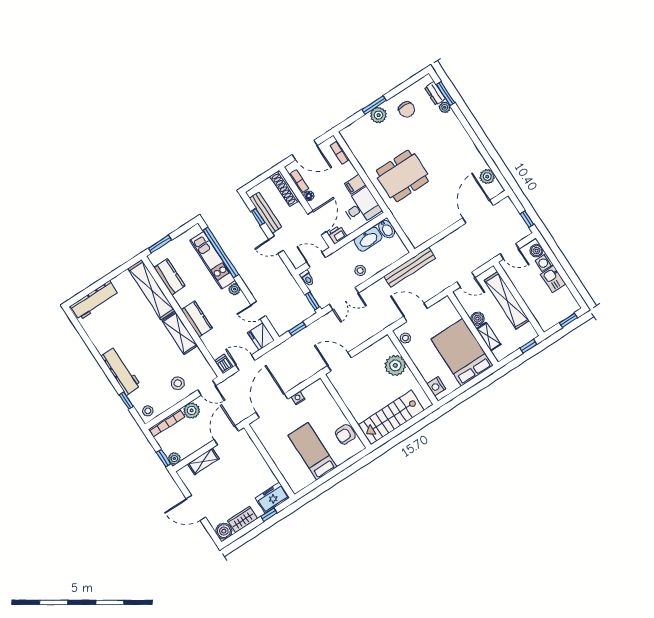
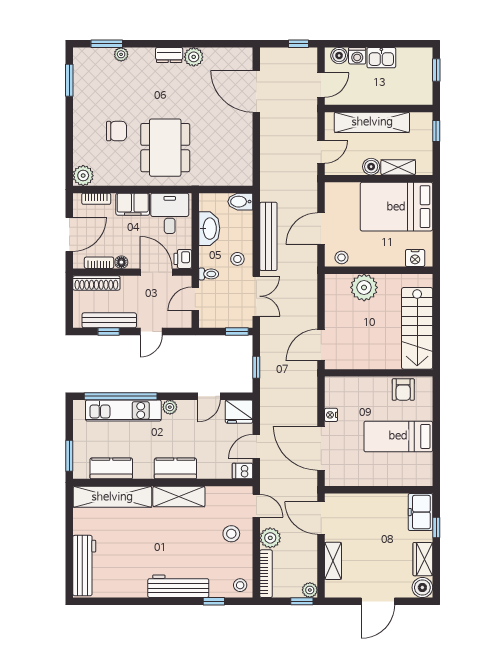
dresser: (435, 93) -> (169, 55), moved
window: (374, 105) -> (69, 80), moved
chair: (407, 109) -> (117, 131), moved
plant: (378, 115) -> (83, 176), moved
plant: (487, 177) -> (194, 57), moved
filing cabinet: (355, 184) -> (133, 204), width x2.00
bidet: (387, 229) -> (240, 202), moved, turned 180
bench: (410, 267) -> (268, 236), moved
toilet: (307, 278) -> (209, 274), moved
door: (207, 388) -> (256, 506), hinge flipped

